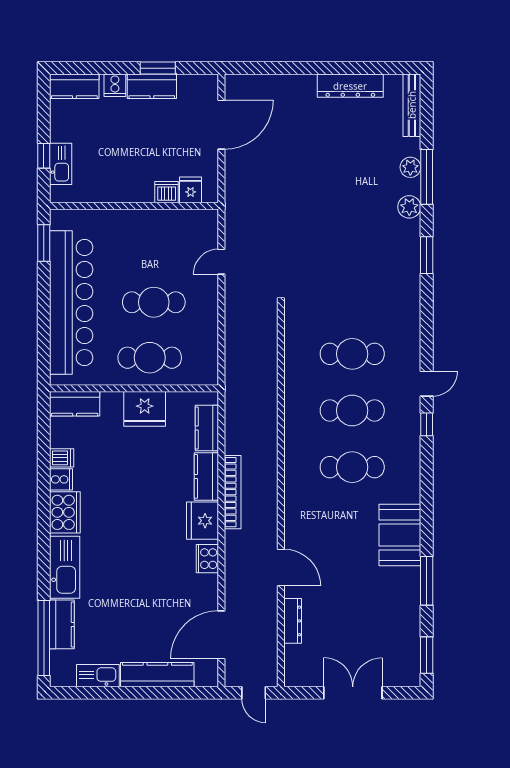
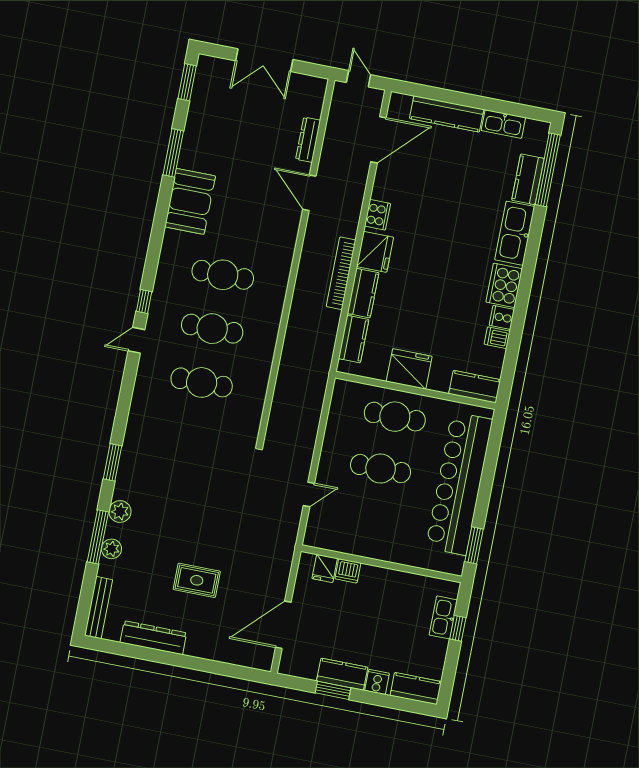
rug: (318, 152) -> (197, 580), added

